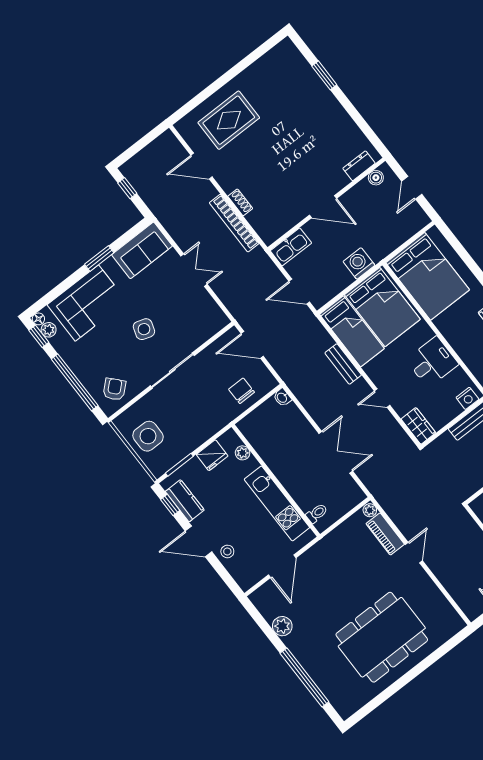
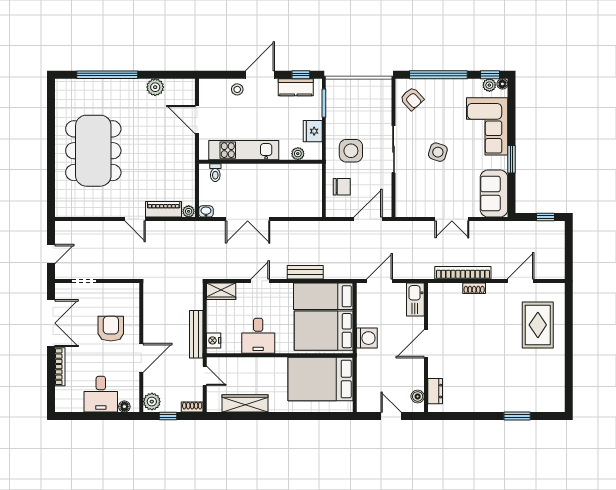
washbasin: (282, 398) -> (206, 211), moved
side table: (148, 436) -> (351, 151), moved

